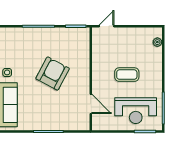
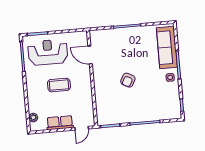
row of seats: (129, 34) -> (60, 123), added
armchair: (53, 74) -> (128, 80), width x0.53, depth x0.53

